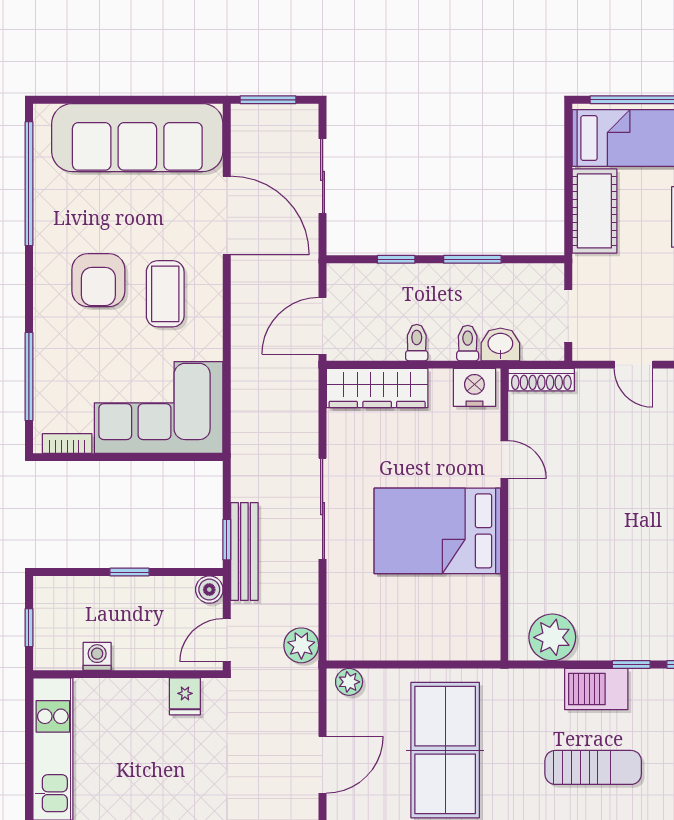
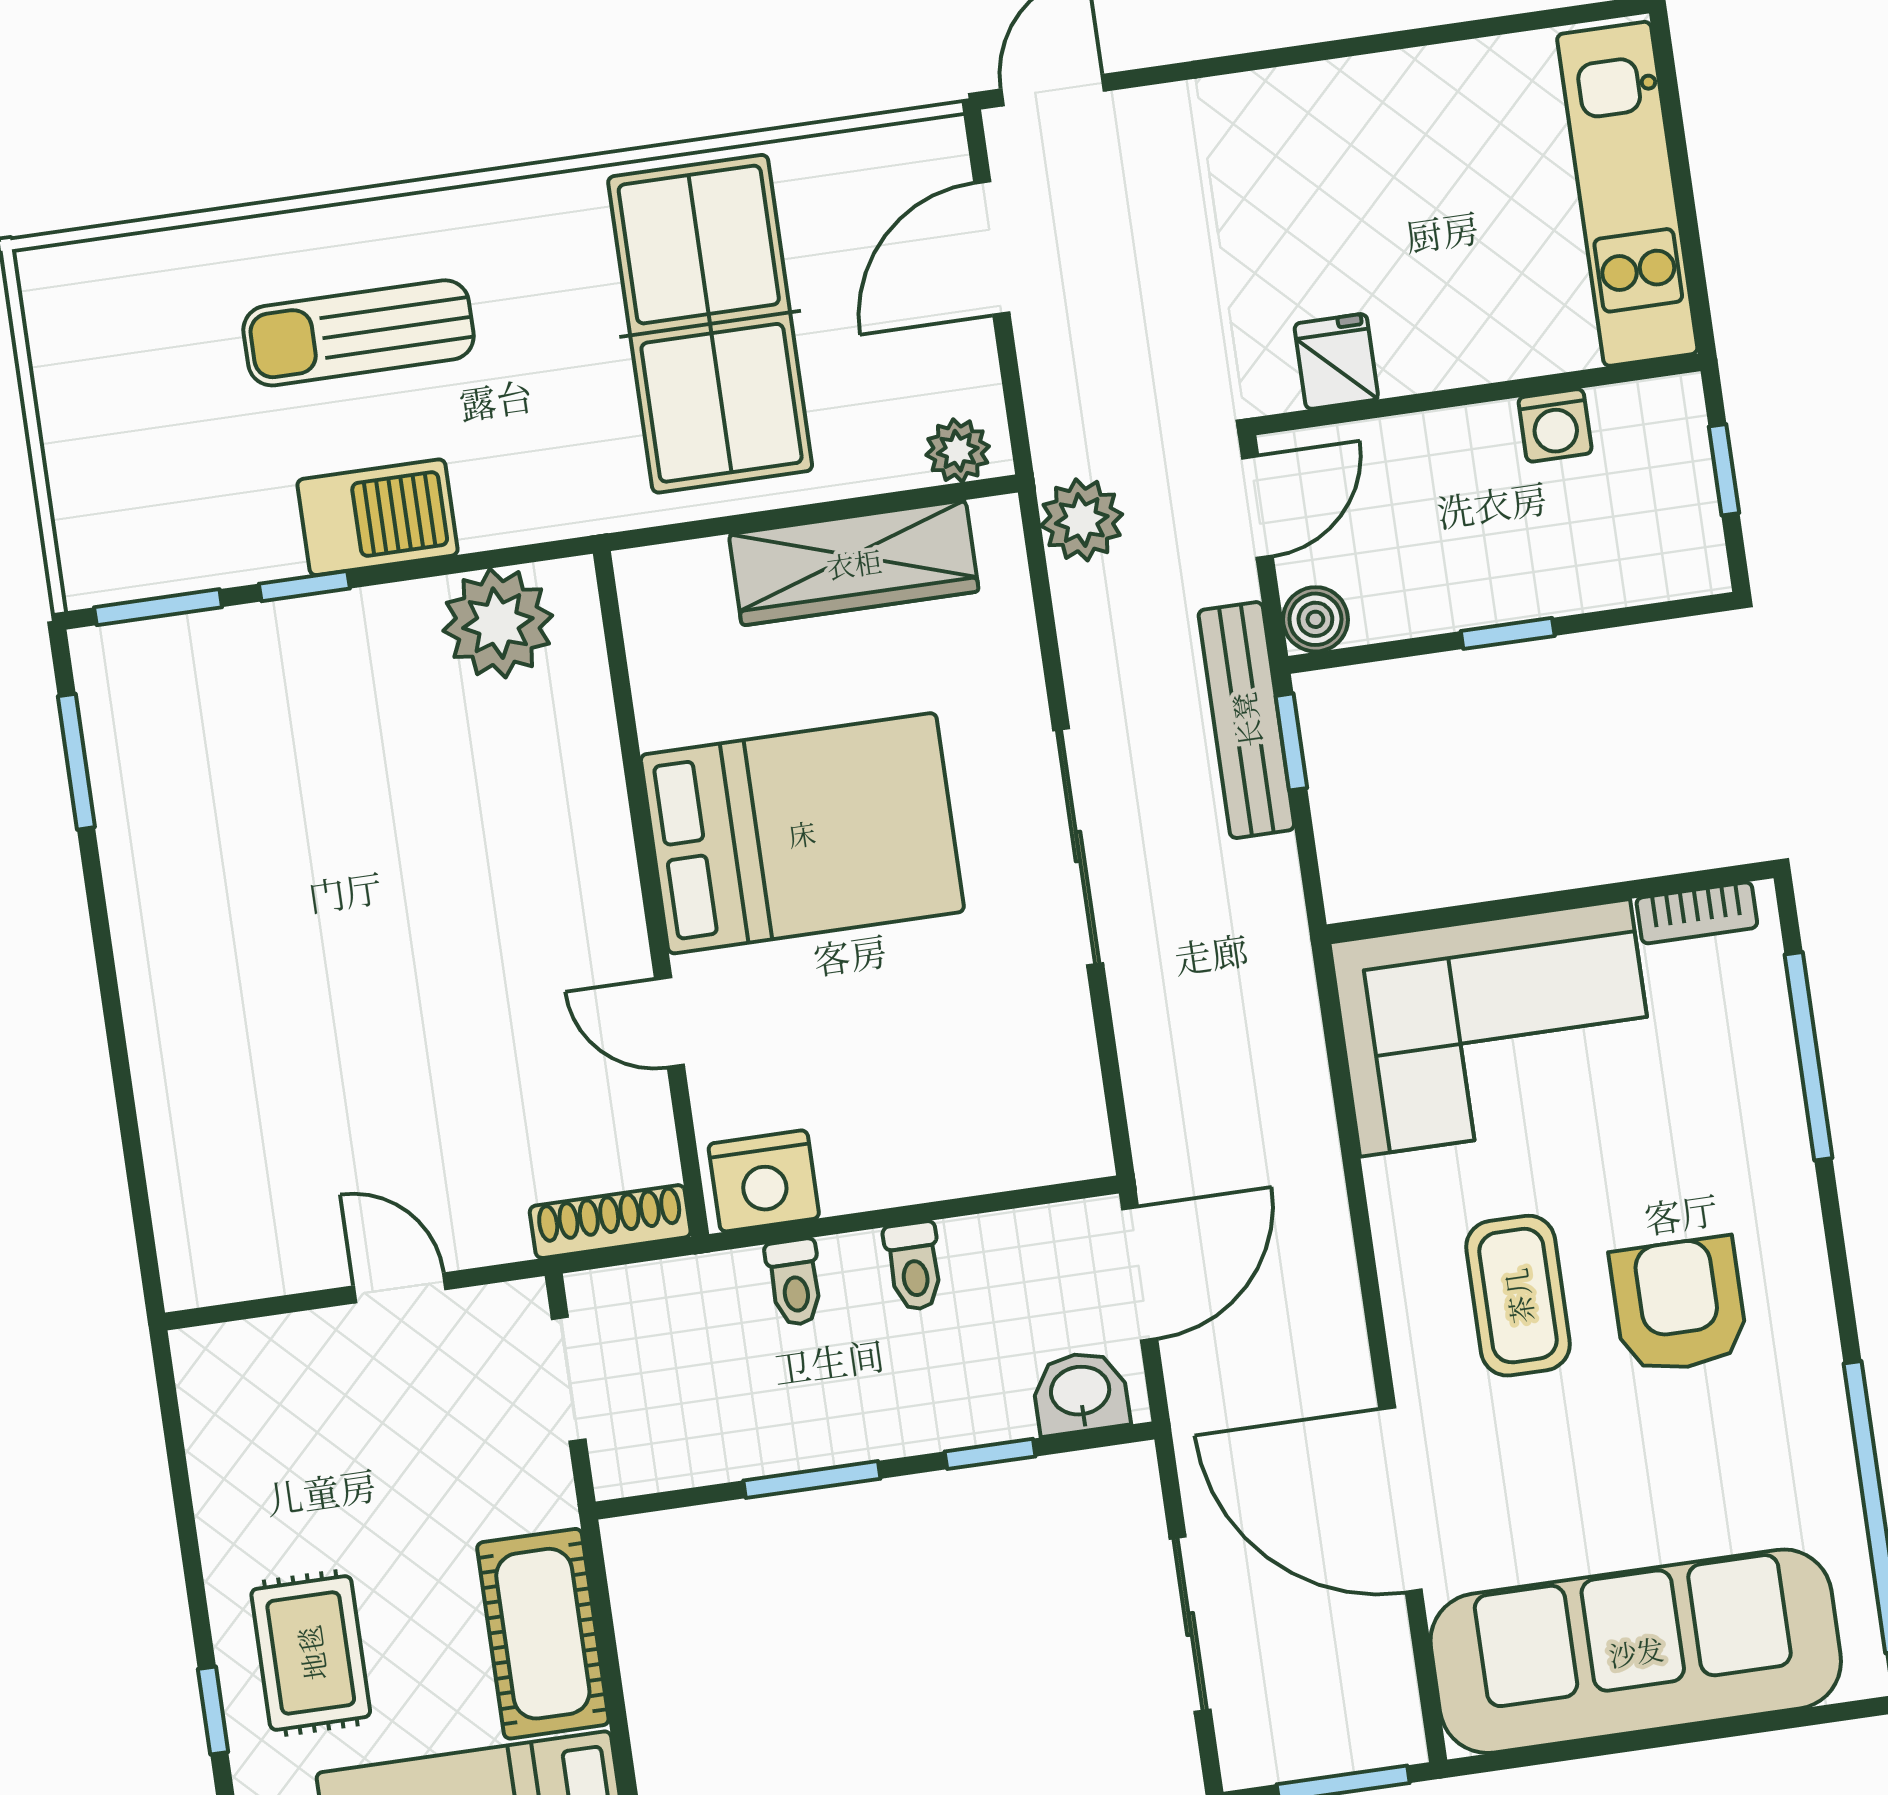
washbasin: (500, 344) -> (1080, 1393), moved, turned 180
wardrobe: (377, 388) -> (854, 563), moved, turned 180

